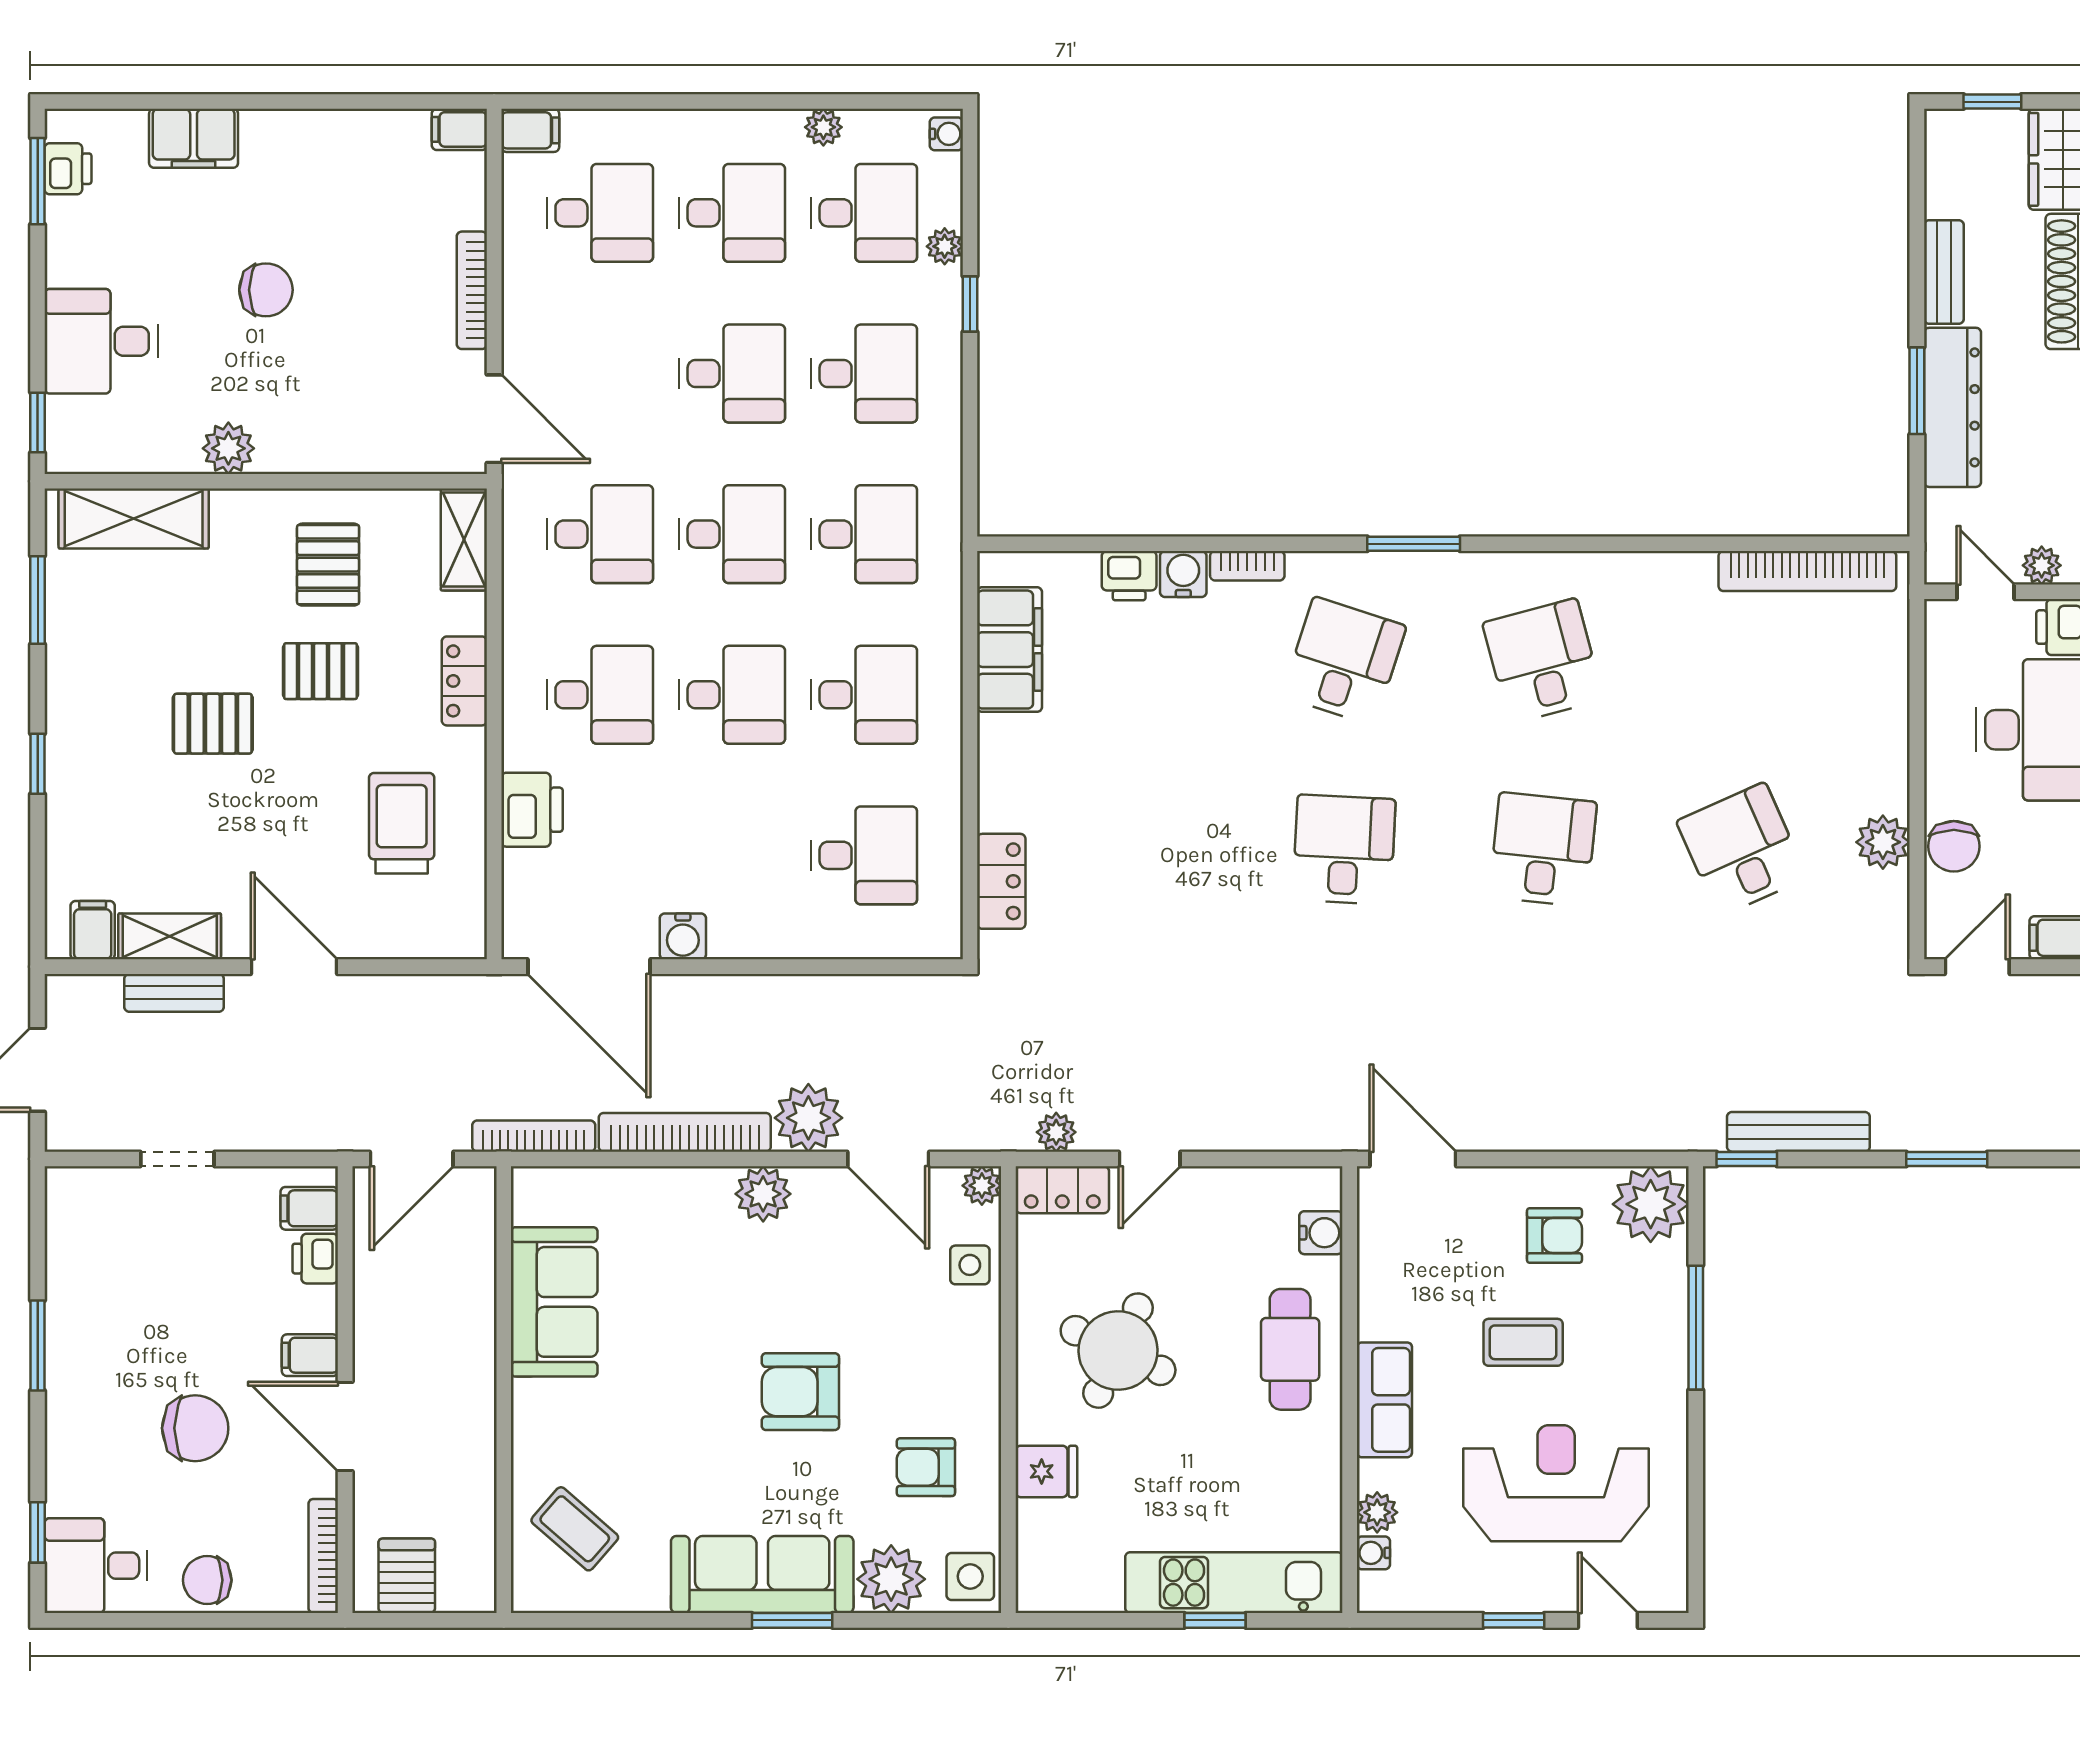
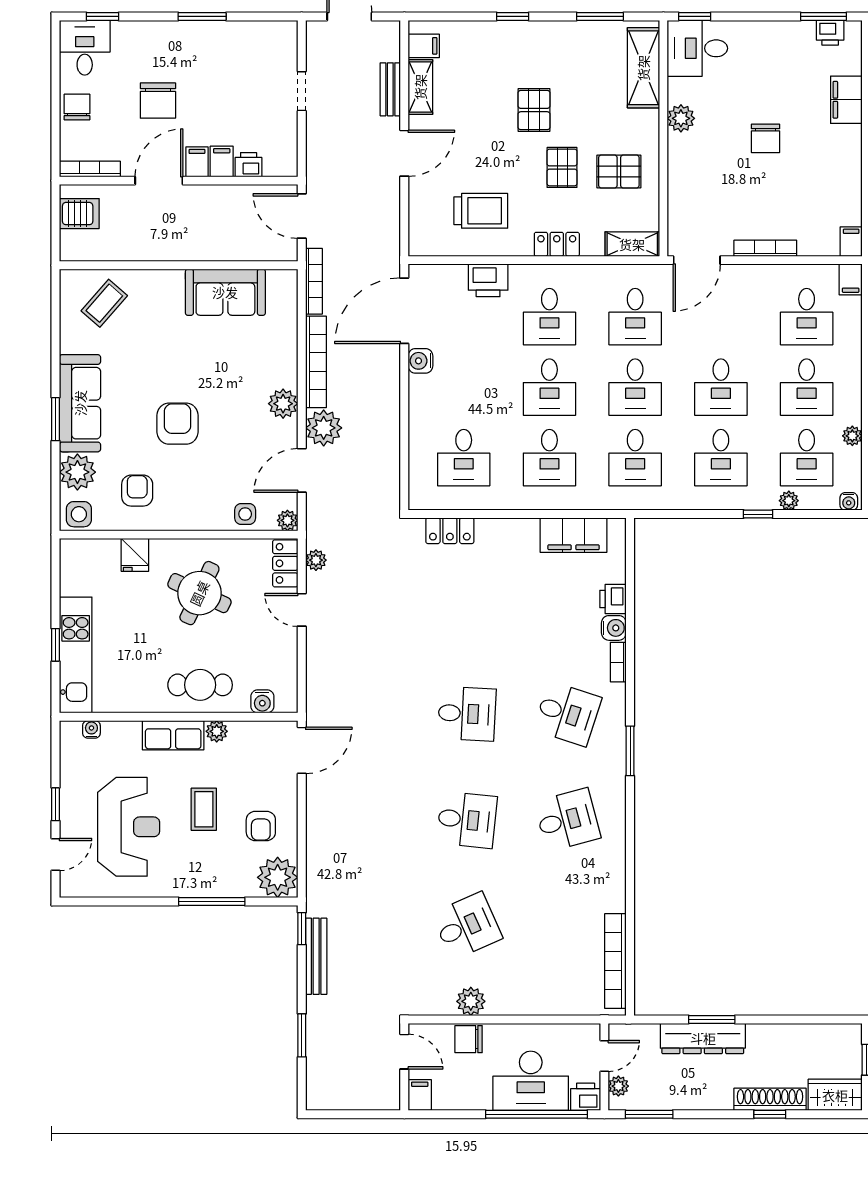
bench: (1944, 272) -> (775, 1034), removed
desk: (101, 341) -> (697, 48), moved, turned -90
filing cabinet: (309, 1208) -> (222, 161), moved
plant: (1377, 1512) -> (217, 731), moved

